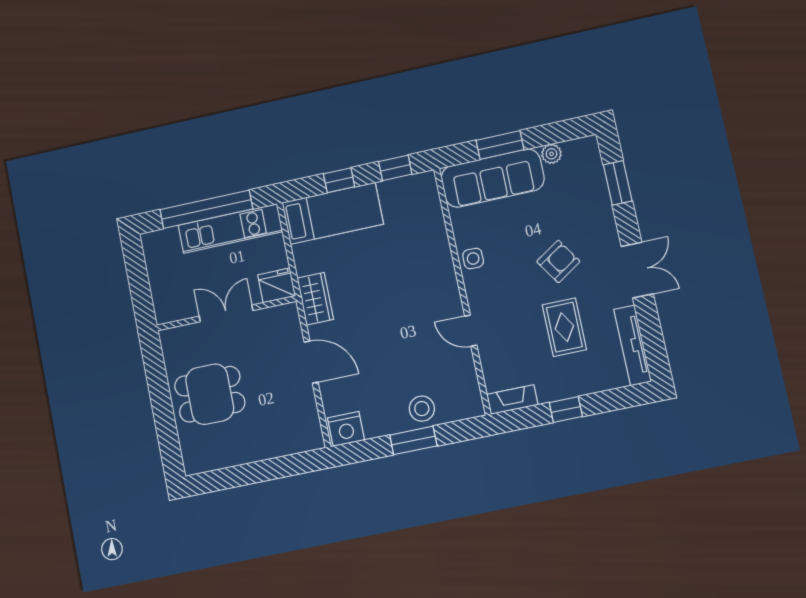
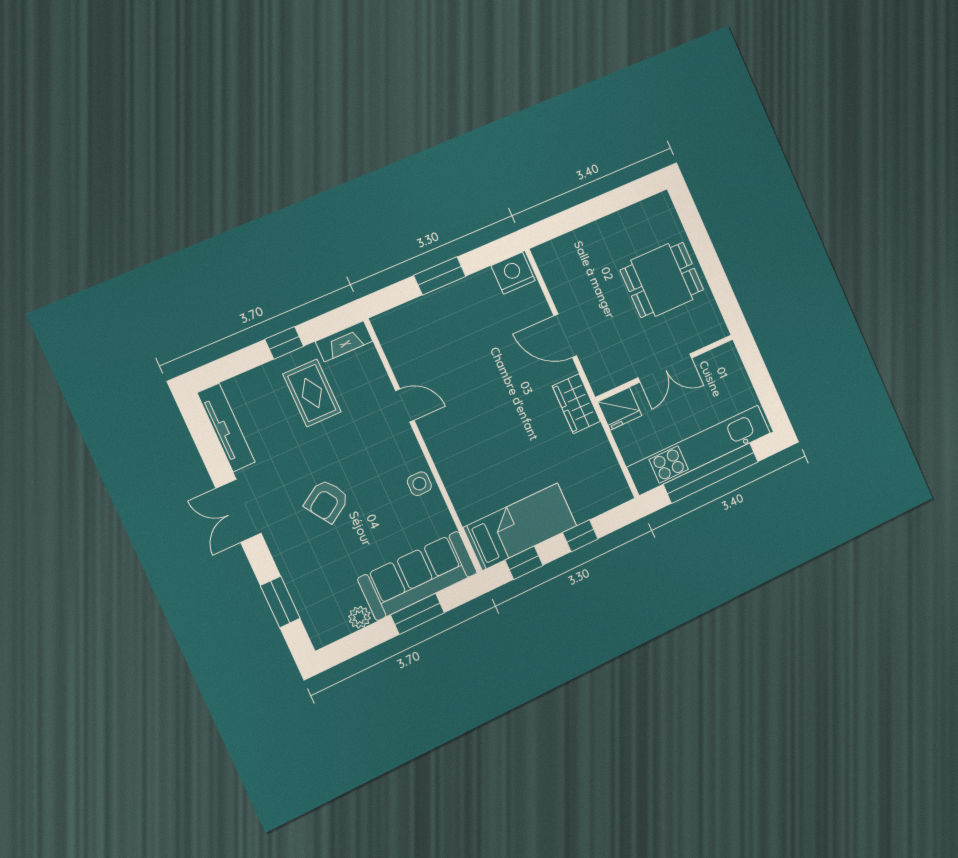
bed: (333, 213) -> (520, 527), moved, turned 180
kitchen unit: (230, 228) -> (699, 450), width x1.36
rug: (564, 327) -> (312, 393), moved
stool: (422, 409) -> (438, 311), removed

